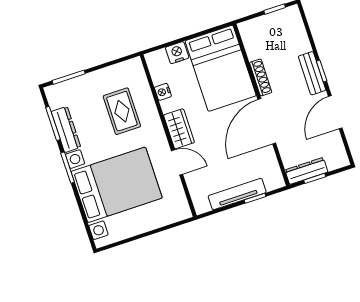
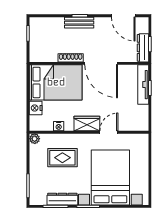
plant: (135, 65) -> (35, 139), added
door: (335, 112) -> (123, 16), moved
tv unit: (237, 194) -> (143, 85), moved

